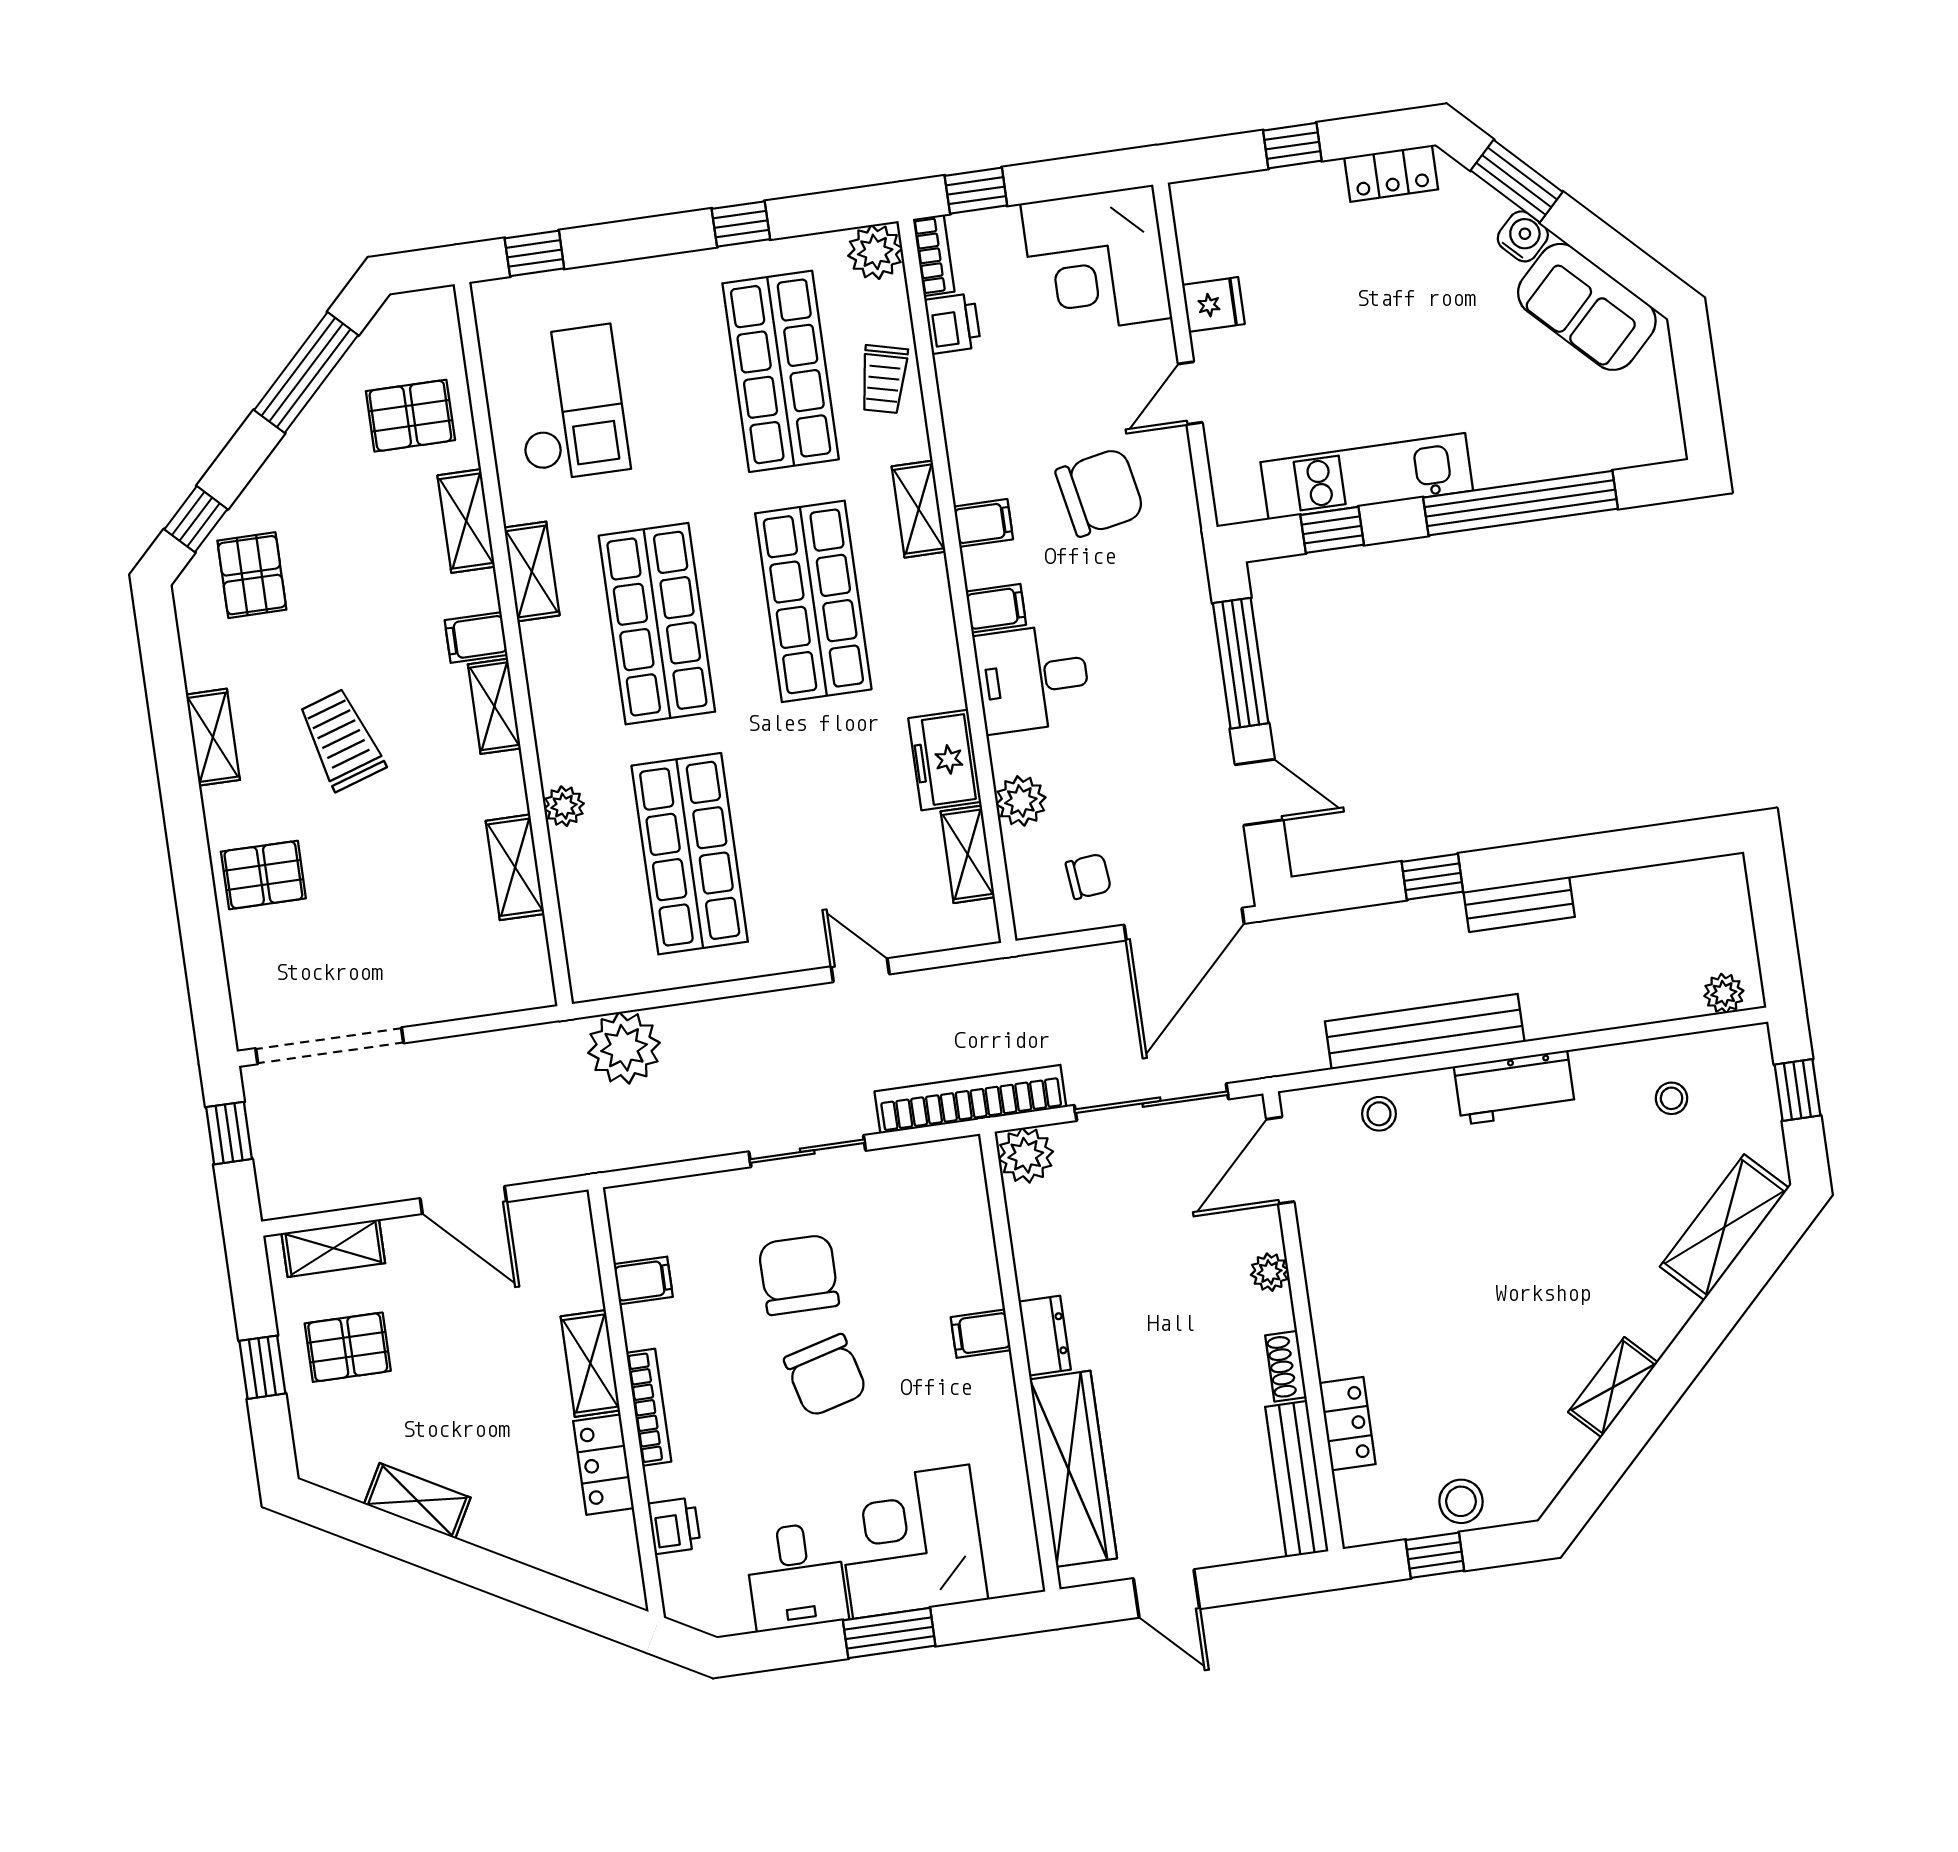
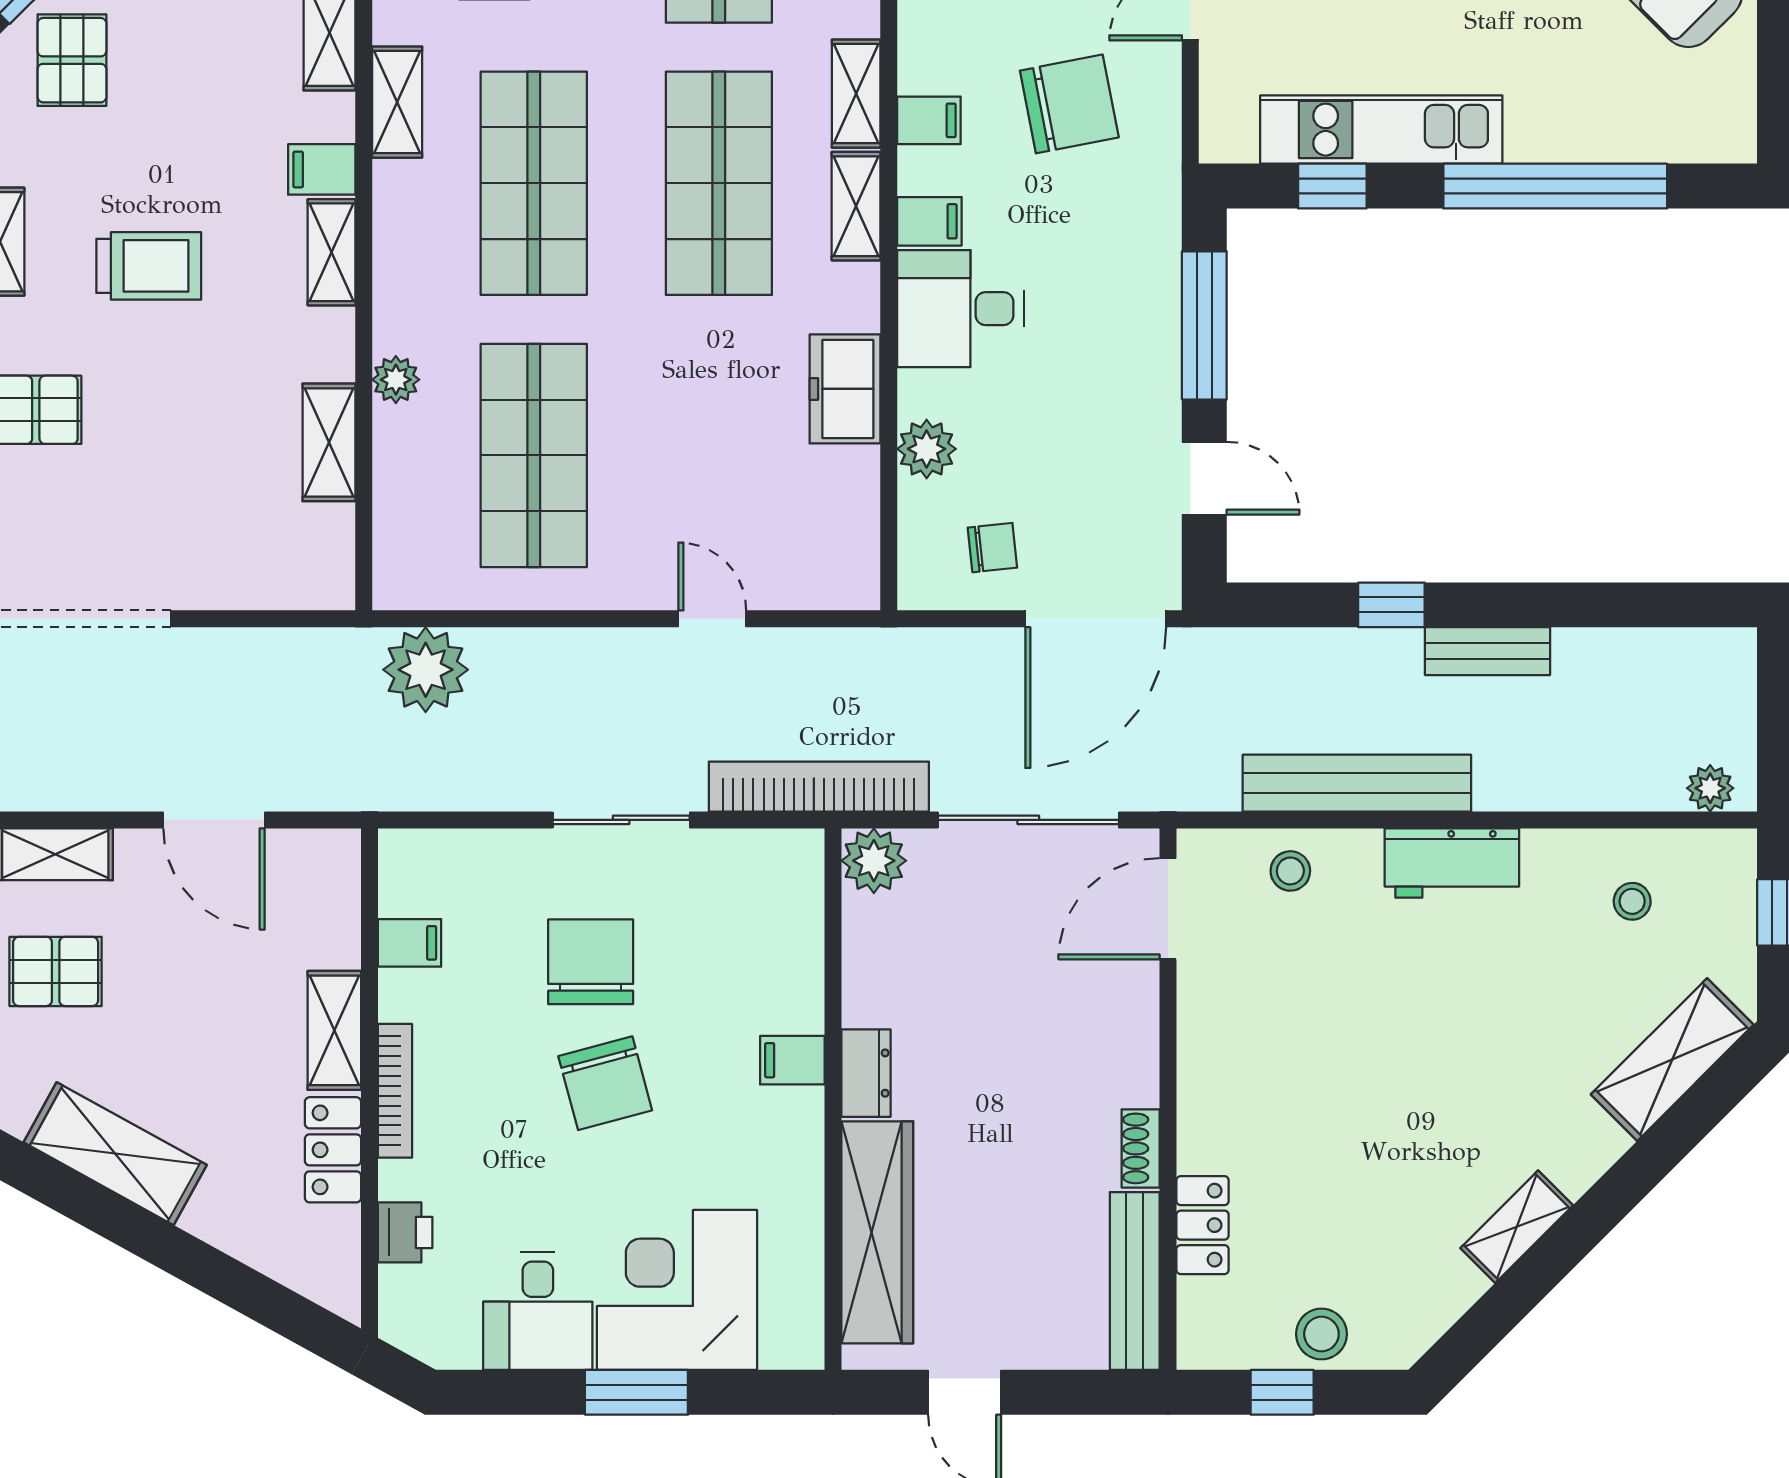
trolley: (341, 740) -> (149, 266), turned 108
shelving: (968, 854) -> (856, 206), moved
plant: (1270, 1272) -> (1137, 1037), removed
shelving: (417, 1501) -> (115, 1154), width x1.50, depth x1.33

